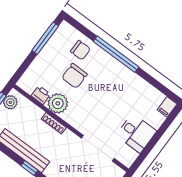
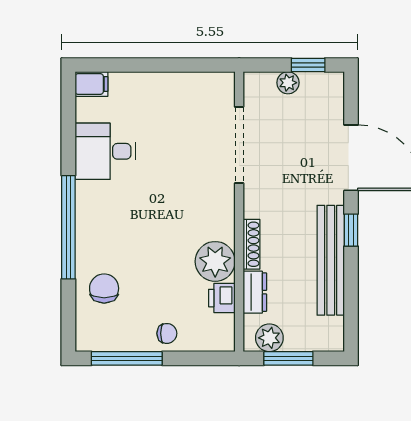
chair: (74, 76) -> (167, 333), moved, width x0.54, depth x0.54
dresser: (33, 110) -> (255, 292), added
desk: (136, 133) -> (105, 151), moved, turned -90

